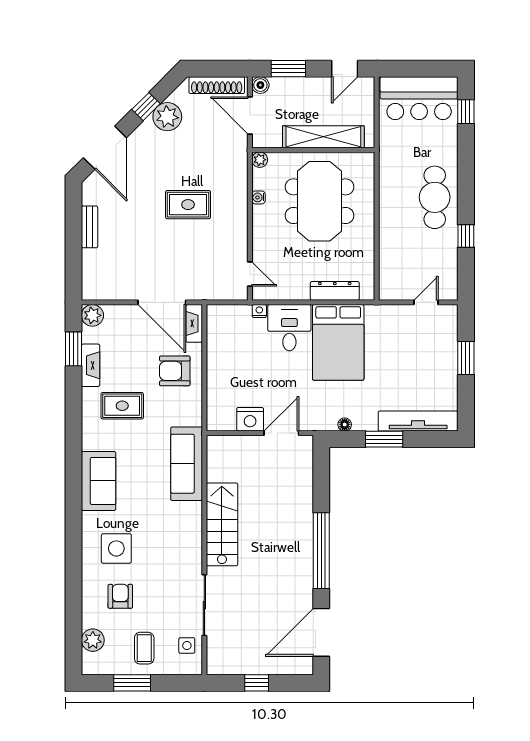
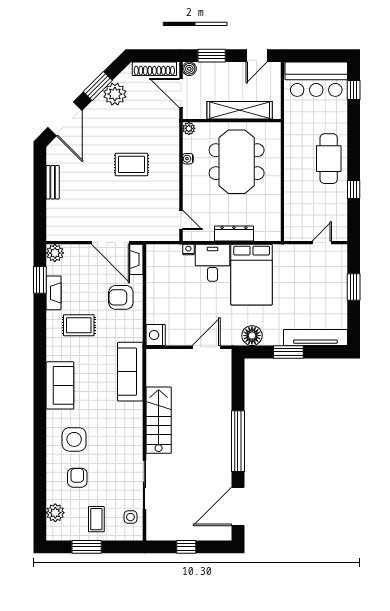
window: (146, 107) -> (98, 86), width x1.50
dresser: (335, 291) -> (234, 233), moved
nightstand: (250, 419) -> (156, 335), moved, turned 90
floor lamp: (345, 425) -> (252, 336), width x1.89, depth x1.89

